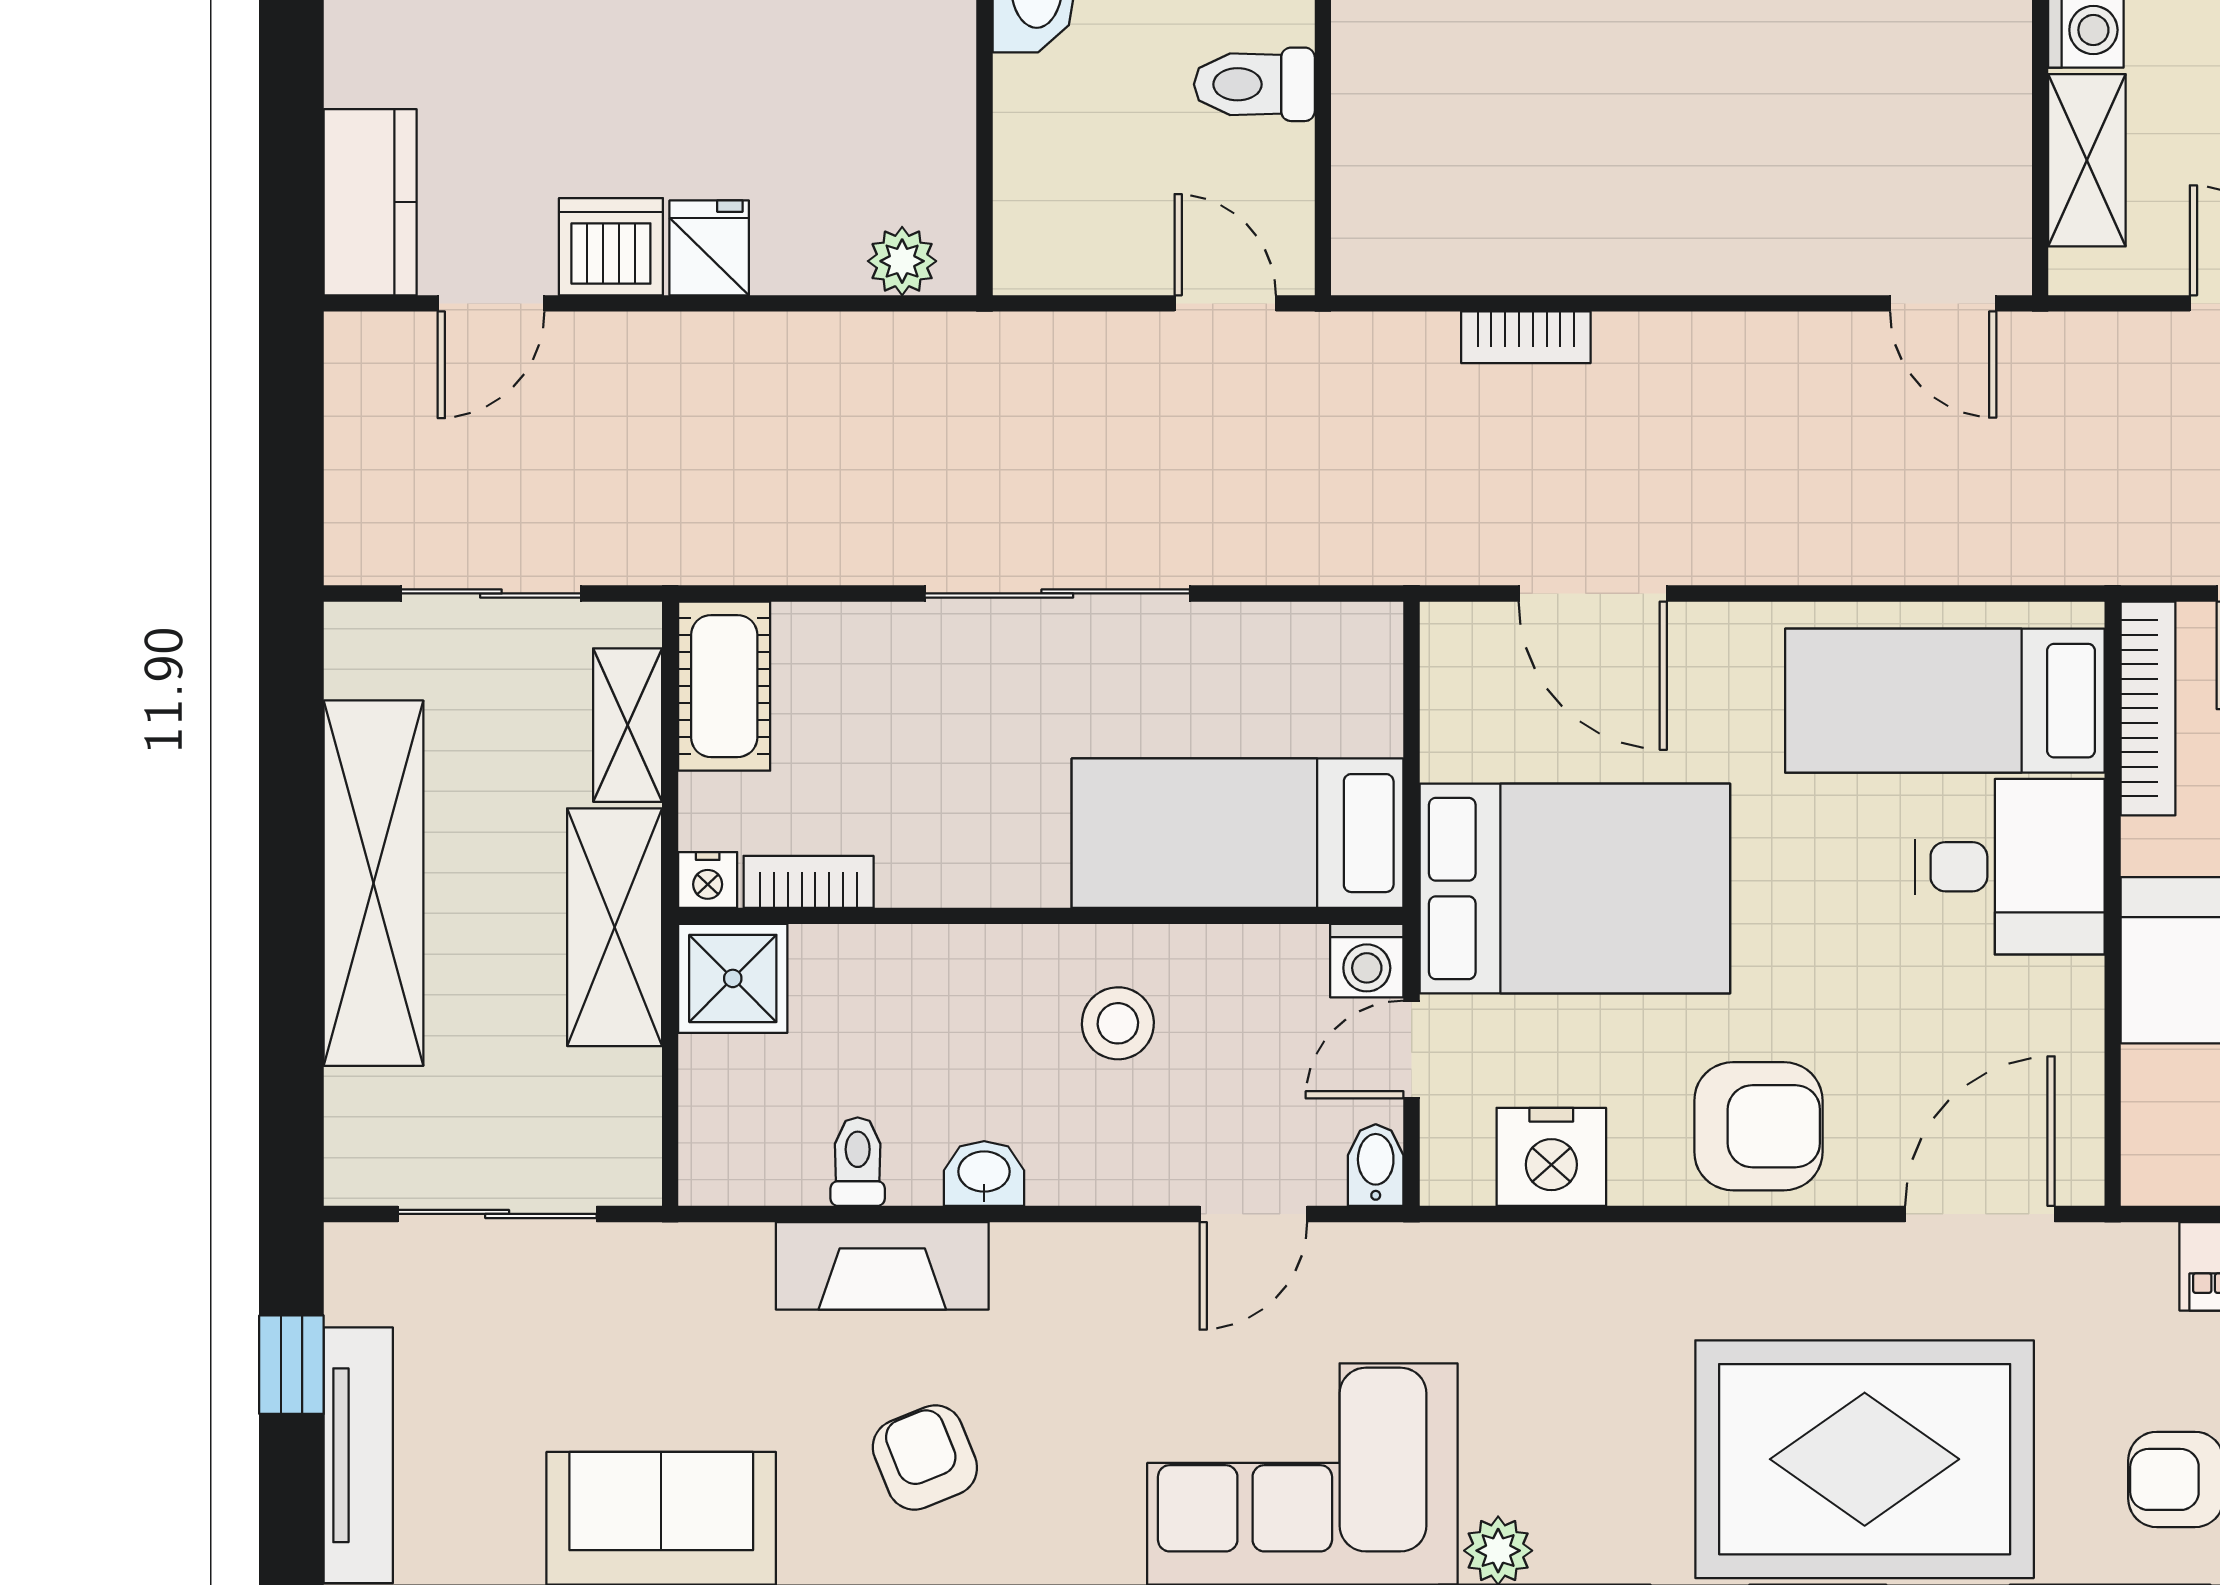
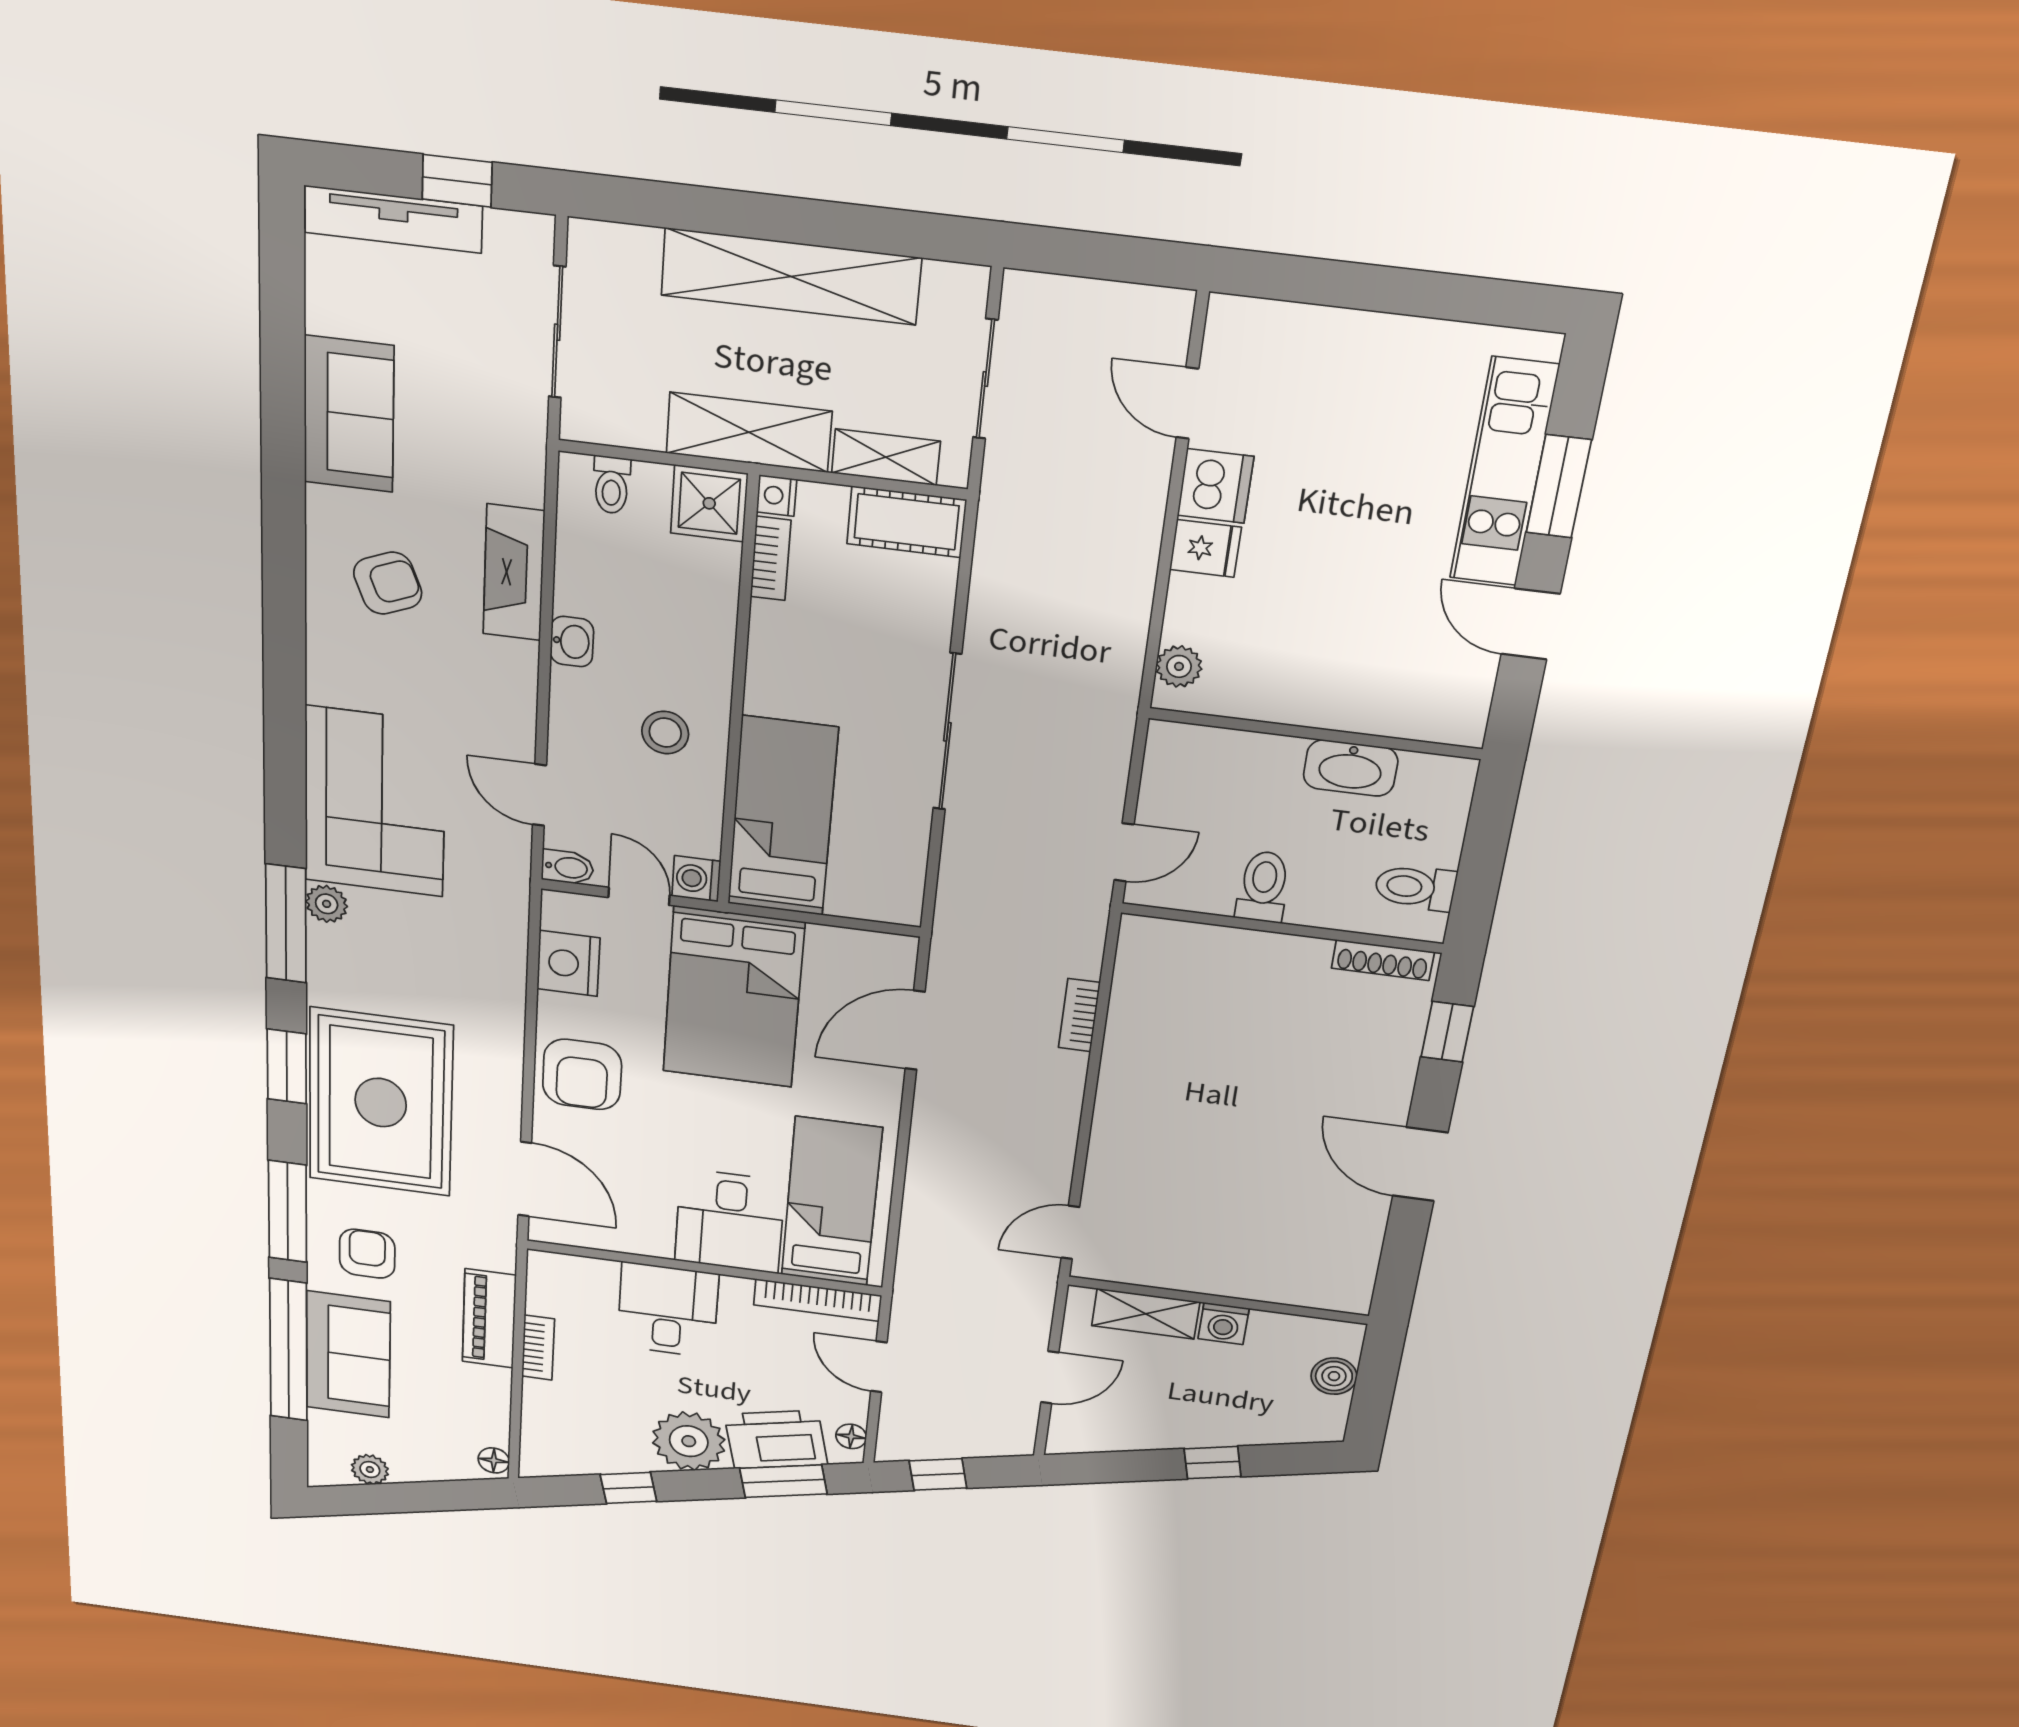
kitchen counter: (370, 202) -> (1270, 331), removed
toilet: (858, 1162) -> (612, 485), moved, turned 90

